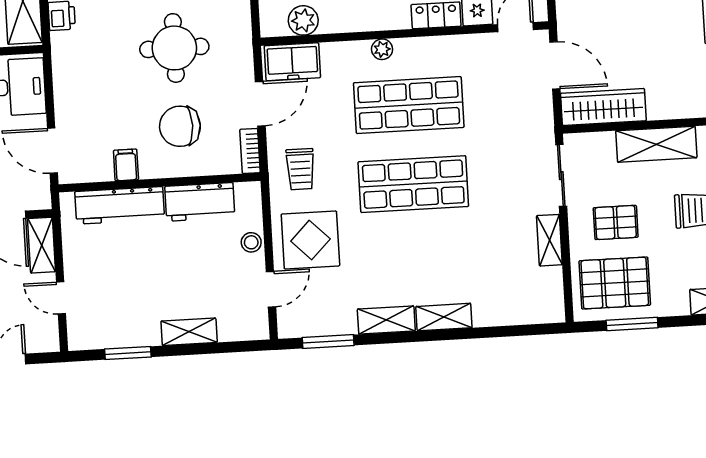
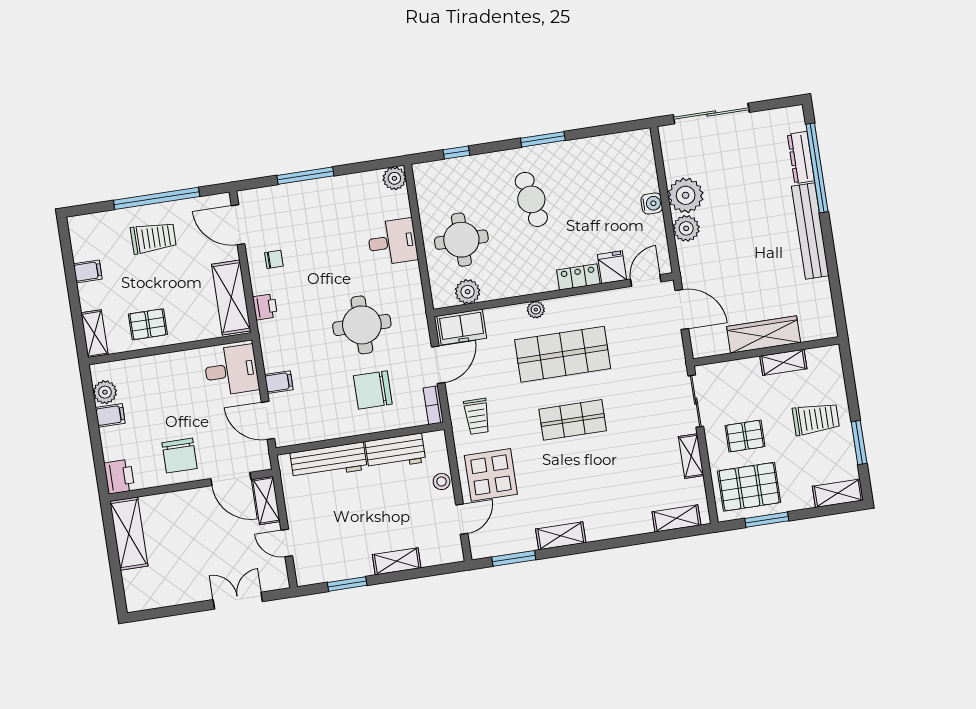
wardrobe: (603, 107) -> (764, 335), moved
shelving: (656, 144) -> (783, 362), width x0.67, depth x0.75
filing cabinet: (126, 165) -> (279, 382), moved, turned 90
shop shelf: (413, 184) -> (573, 420), width x0.70, depth x0.74
shelving: (444, 317) -> (676, 518), moved

